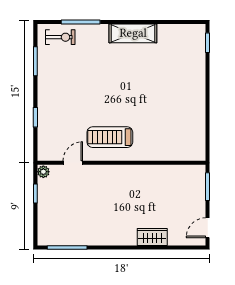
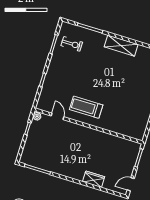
exercise bike: (60, 37) -> (72, 44), moved
door: (73, 163) -> (57, 116), hinge flipped

